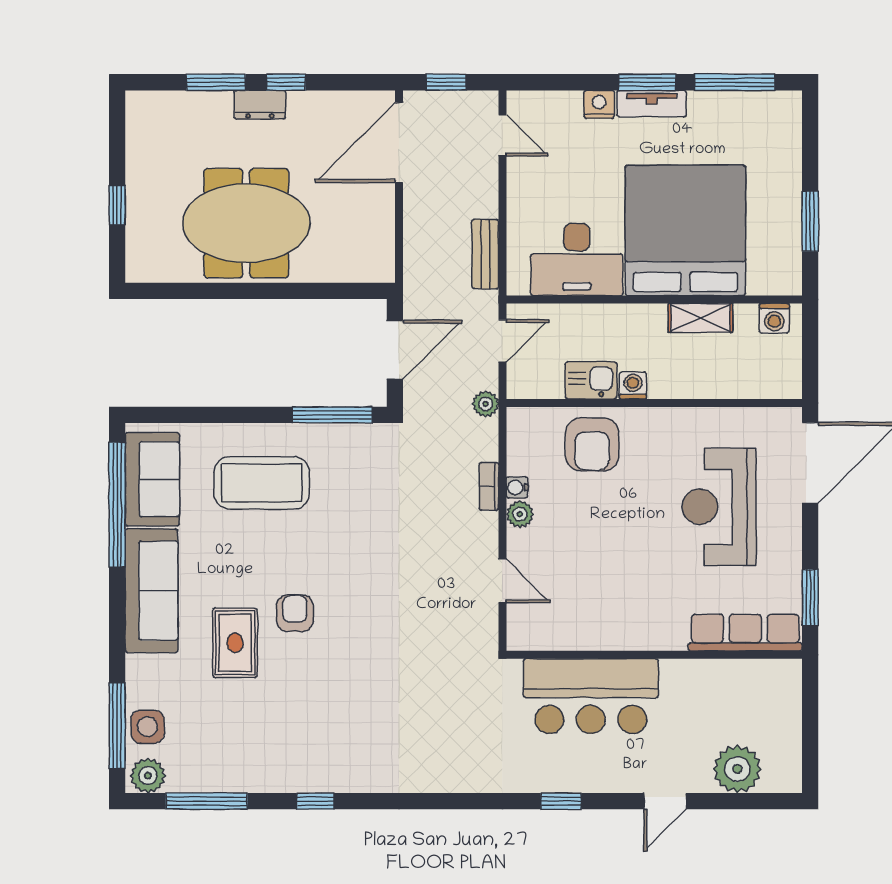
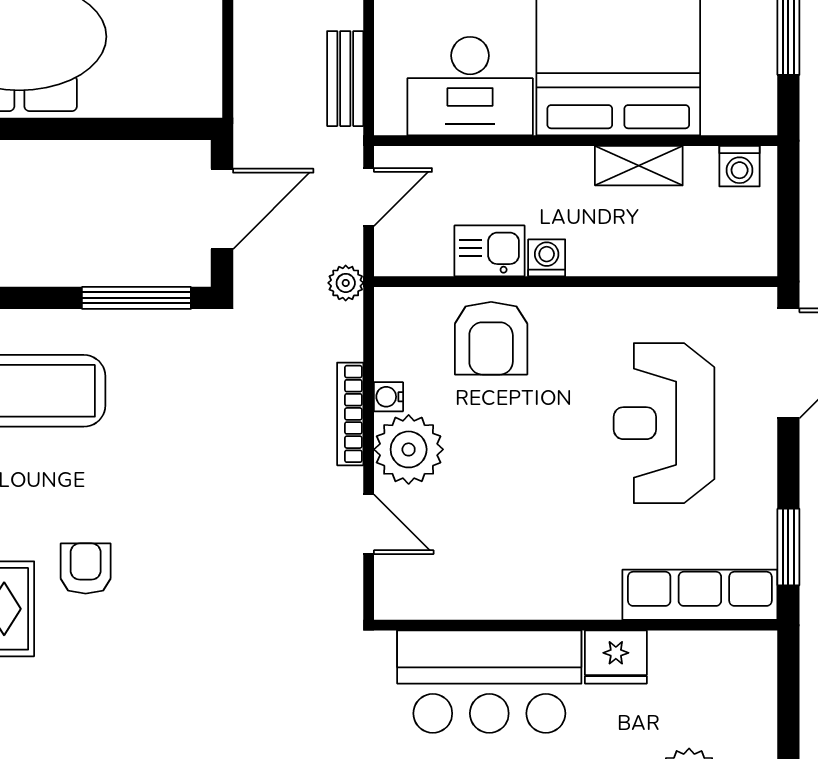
bookcase: (489, 486) -> (350, 414), width x1.56
plant: (520, 514) -> (409, 449), width x1.87, depth x1.87
fridge: (684, 678) -> (616, 657), added

